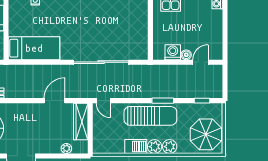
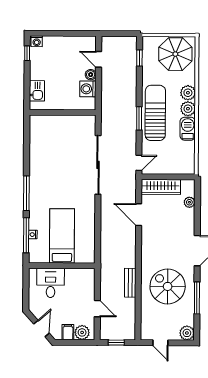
bed: (34, 48) -> (62, 236), moved
window: (163, 101) -> (139, 118), moved

